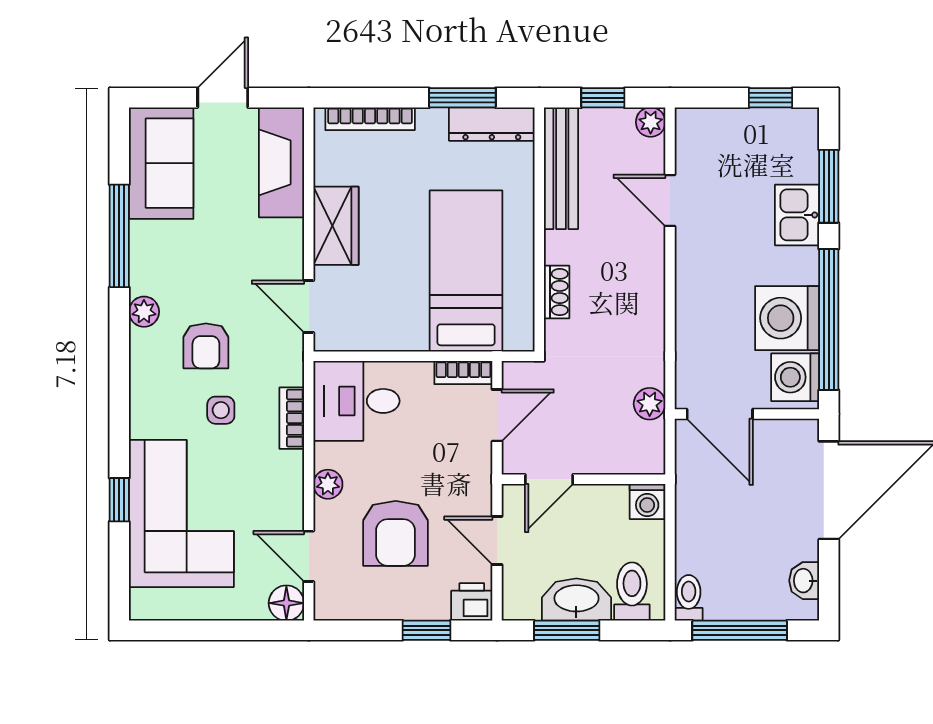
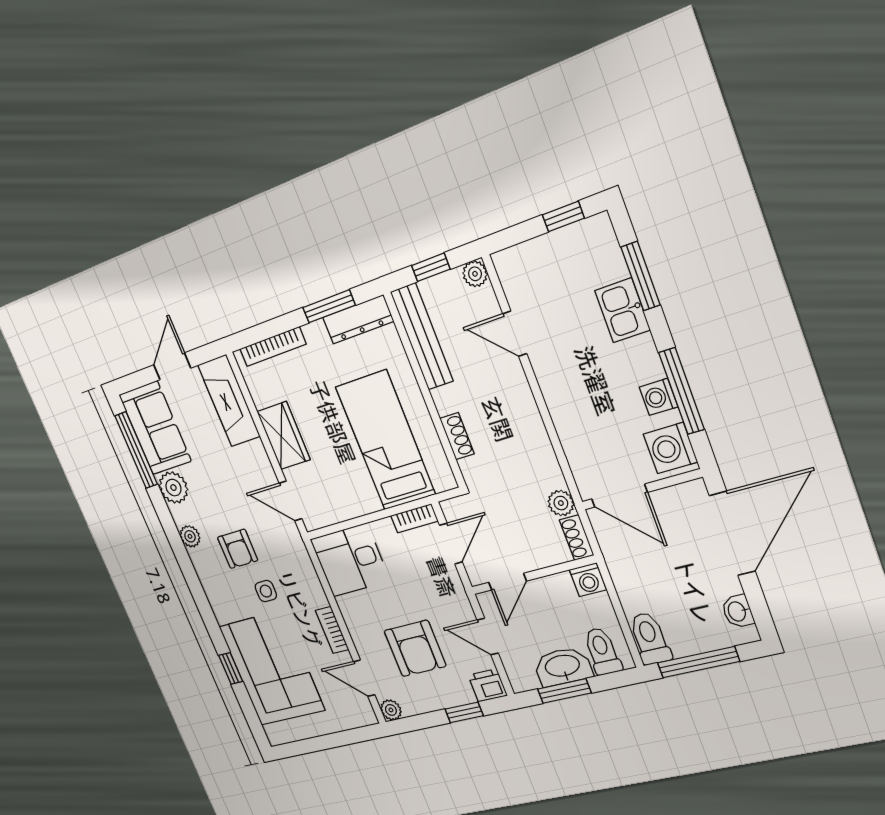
window: (119, 236) -> (136, 450), moved
plant: (151, 244) -> (173, 488), added
washing machine: (787, 318) -> (658, 397), width x0.53, depth x0.53
window: (829, 320) -> (682, 391), width x0.68
bookcase: (292, 418) -> (332, 630), moved
shoe rack: (653, 449) -> (577, 538), added
plant: (328, 484) -> (391, 710), moved
toilet: (689, 598) -> (650, 638), width x1.37, depth x1.39
floor lamp: (286, 603) -> (363, 714), removed

